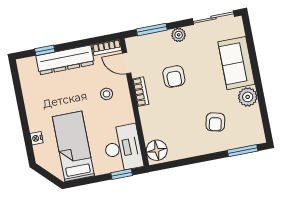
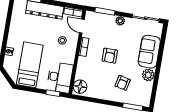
armchair: (174, 77) -> (110, 56), moved

